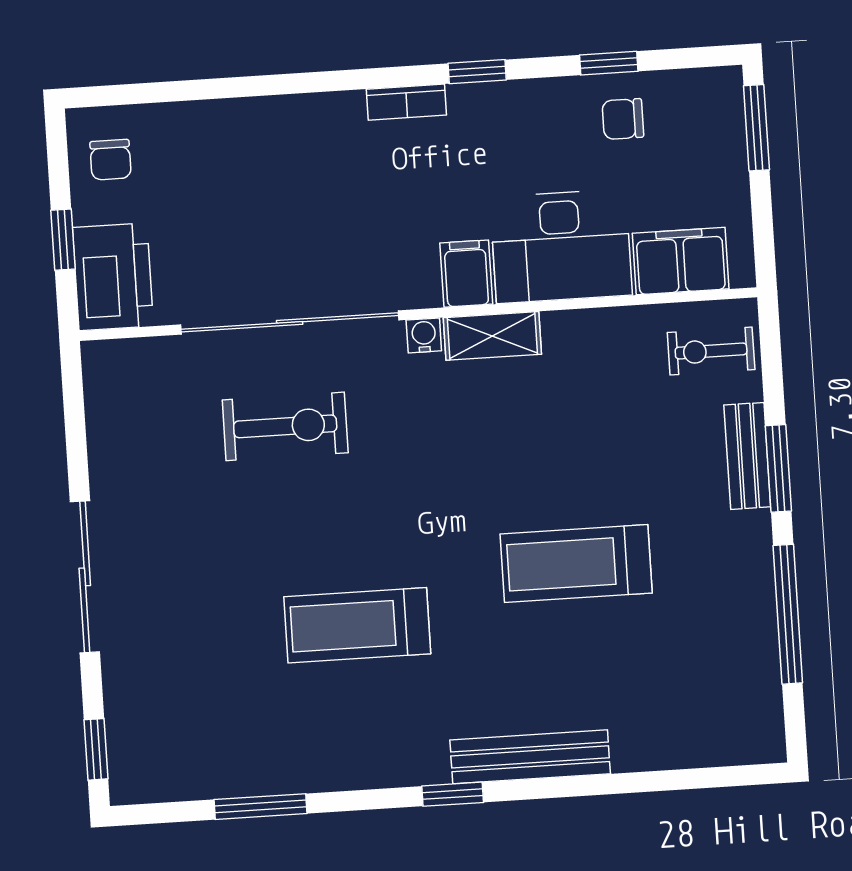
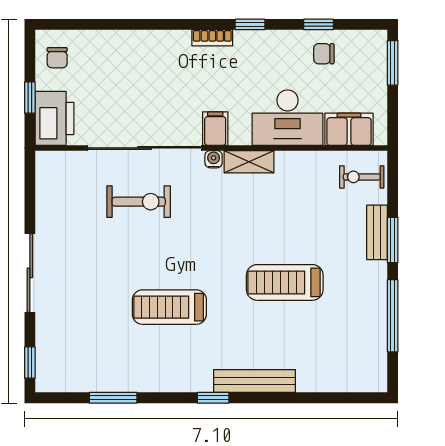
filing cabinet: (466, 274) -> (215, 129), moved

